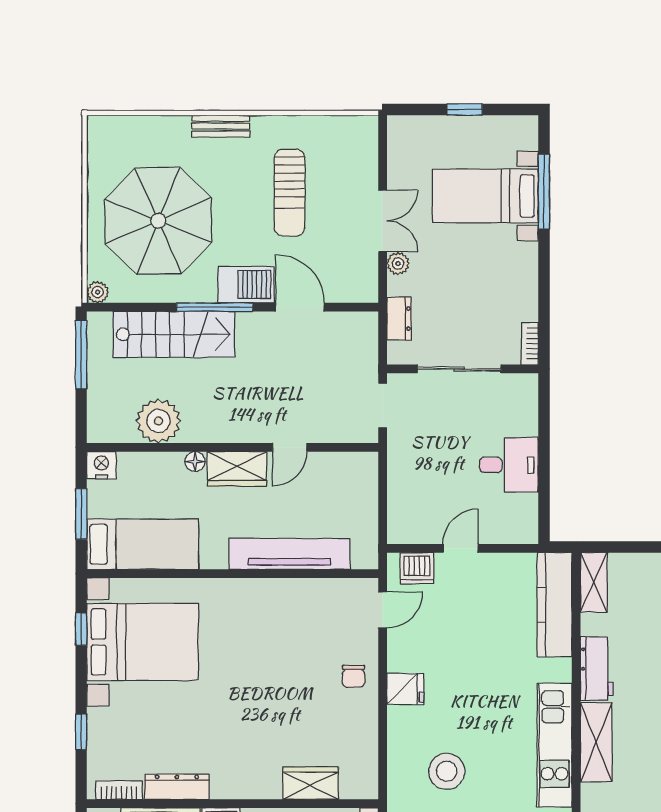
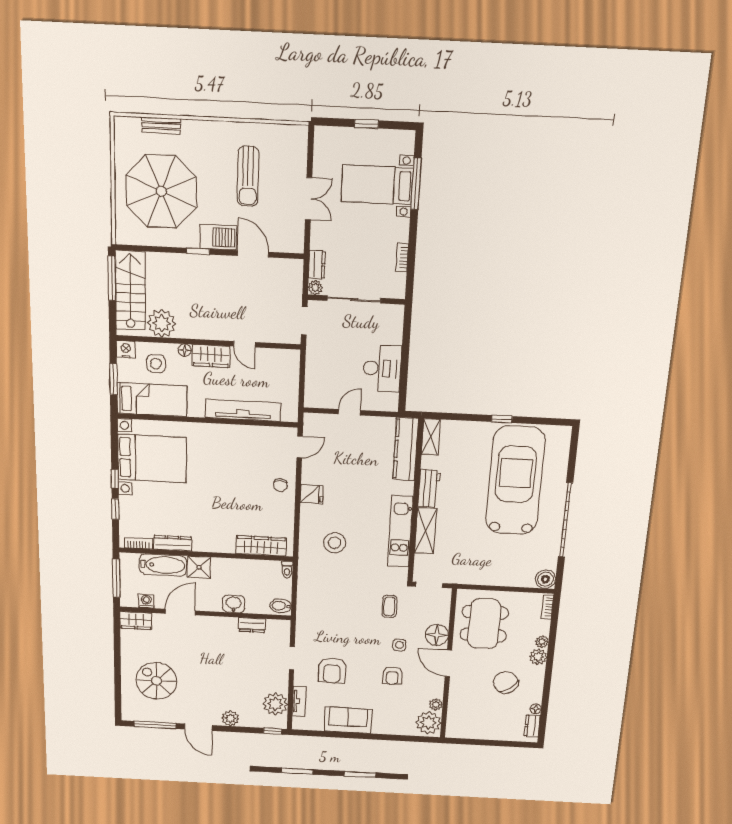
bench: (221, 126) -> (161, 126), moved
plant: (398, 264) -> (315, 287), moved
plant: (98, 292) -> (122, 237), removed
window: (215, 307) -> (198, 251), width x0.46
stairs: (174, 334) -> (130, 290), moved, turned -90
bookcase: (530, 344) -> (402, 258), moved
door: (290, 447) -> (244, 344), hinge flipped
desk: (509, 465) -> (382, 368), width x1.37
side table: (149, 485) -> (156, 364), added
dishwasher: (417, 568) -> (322, 423), removed
window: (81, 629) -> (115, 479), moved
wardrobe: (311, 783) -> (261, 546), width x1.50

